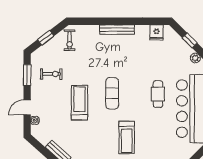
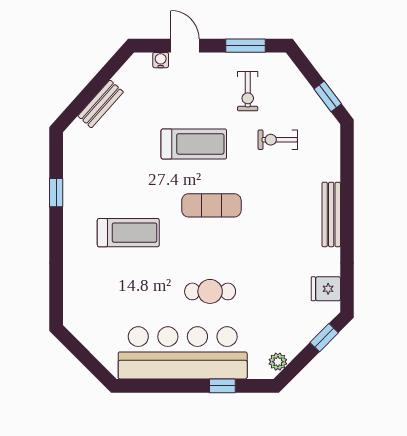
window: (46, 38) -> (328, 96), moved
exercise bike: (69, 40) -> (278, 140), moved
window: (190, 40) -> (324, 338), moved
treadmill: (127, 138) -> (128, 233), turned 180

